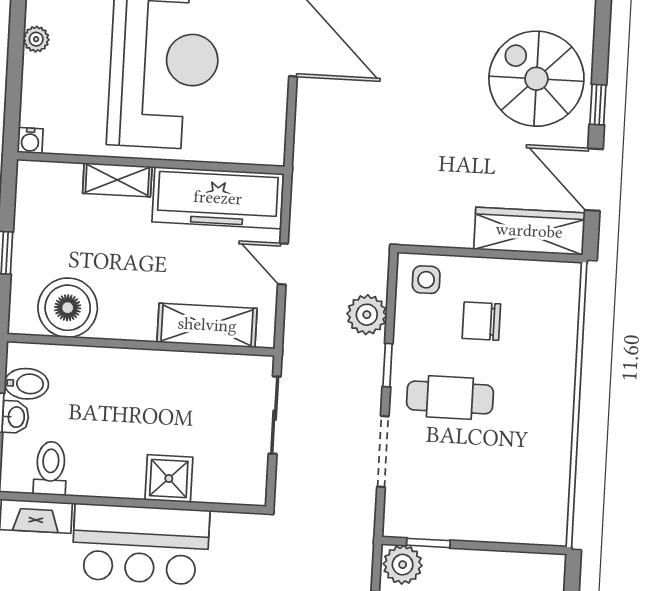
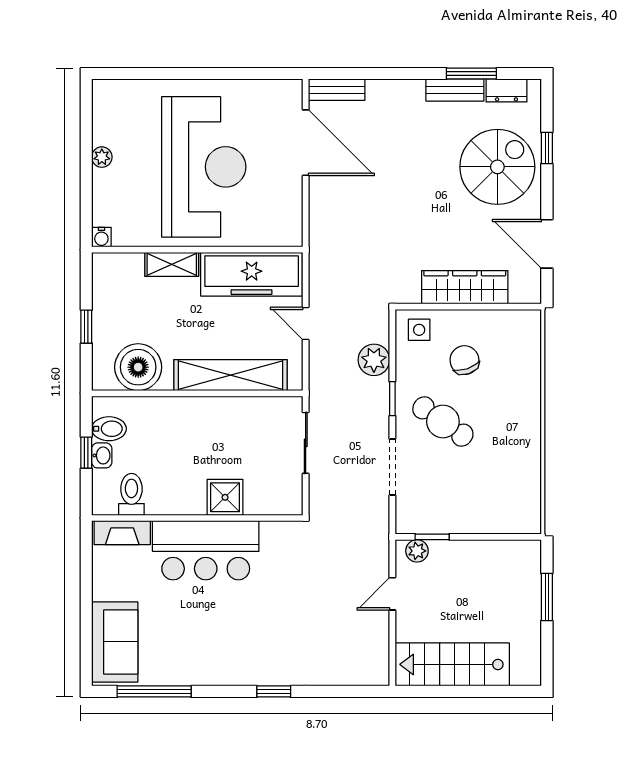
spiral stairs: (536, 79) -> (497, 167), turned 90
window: (598, 105) -> (547, 148), moved
wardrobe: (529, 231) -> (465, 287), moved
chair: (481, 321) -> (464, 360), turned 71
shelving: (207, 325) -> (231, 375), width x1.47
cafe table: (450, 397) -> (443, 421), turned 35
plant: (403, 565) -> (417, 551), width x0.73, depth x0.73

